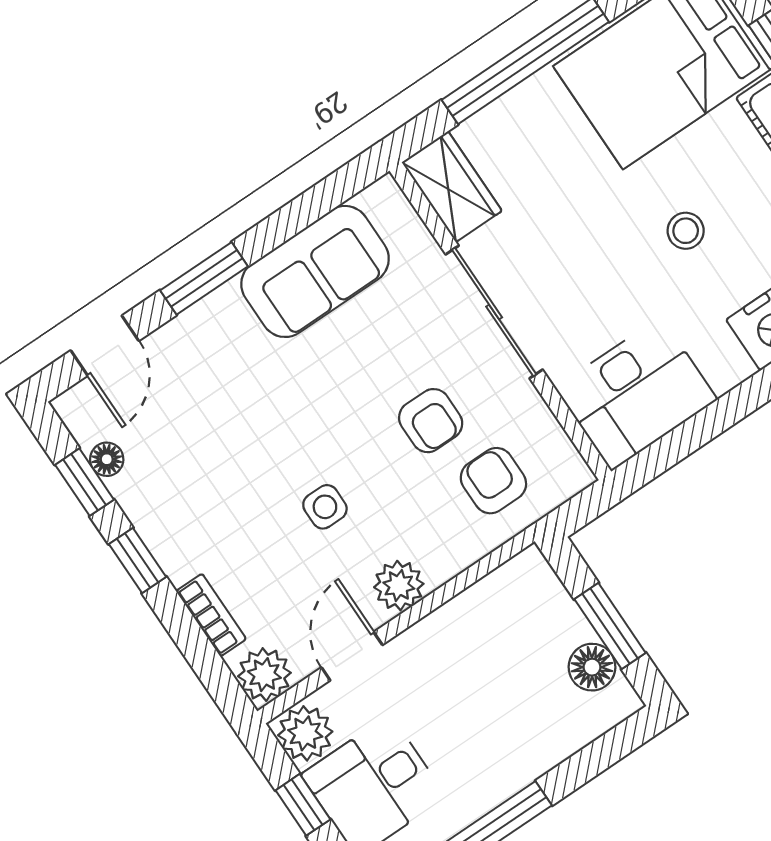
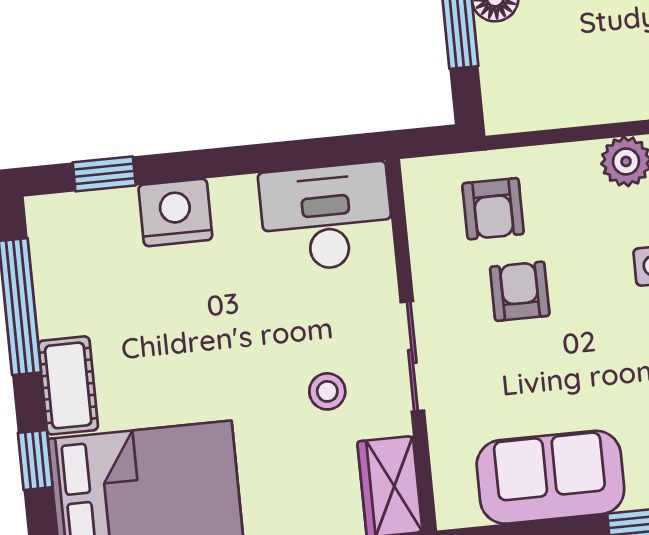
stool: (686, 231) -> (327, 391), moved
sliding door: (494, 312) -> (412, 356), width x0.73

